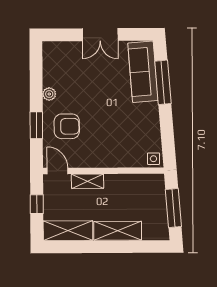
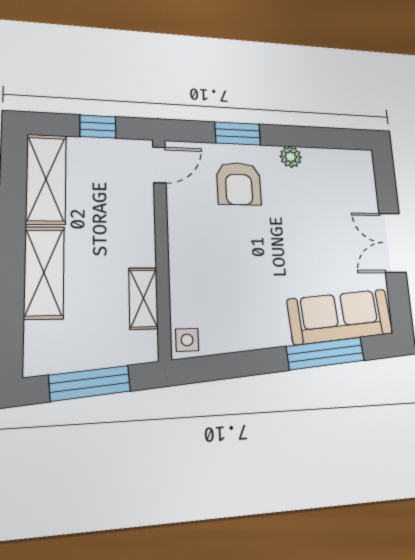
shelving: (87, 181) -> (143, 298), moved

